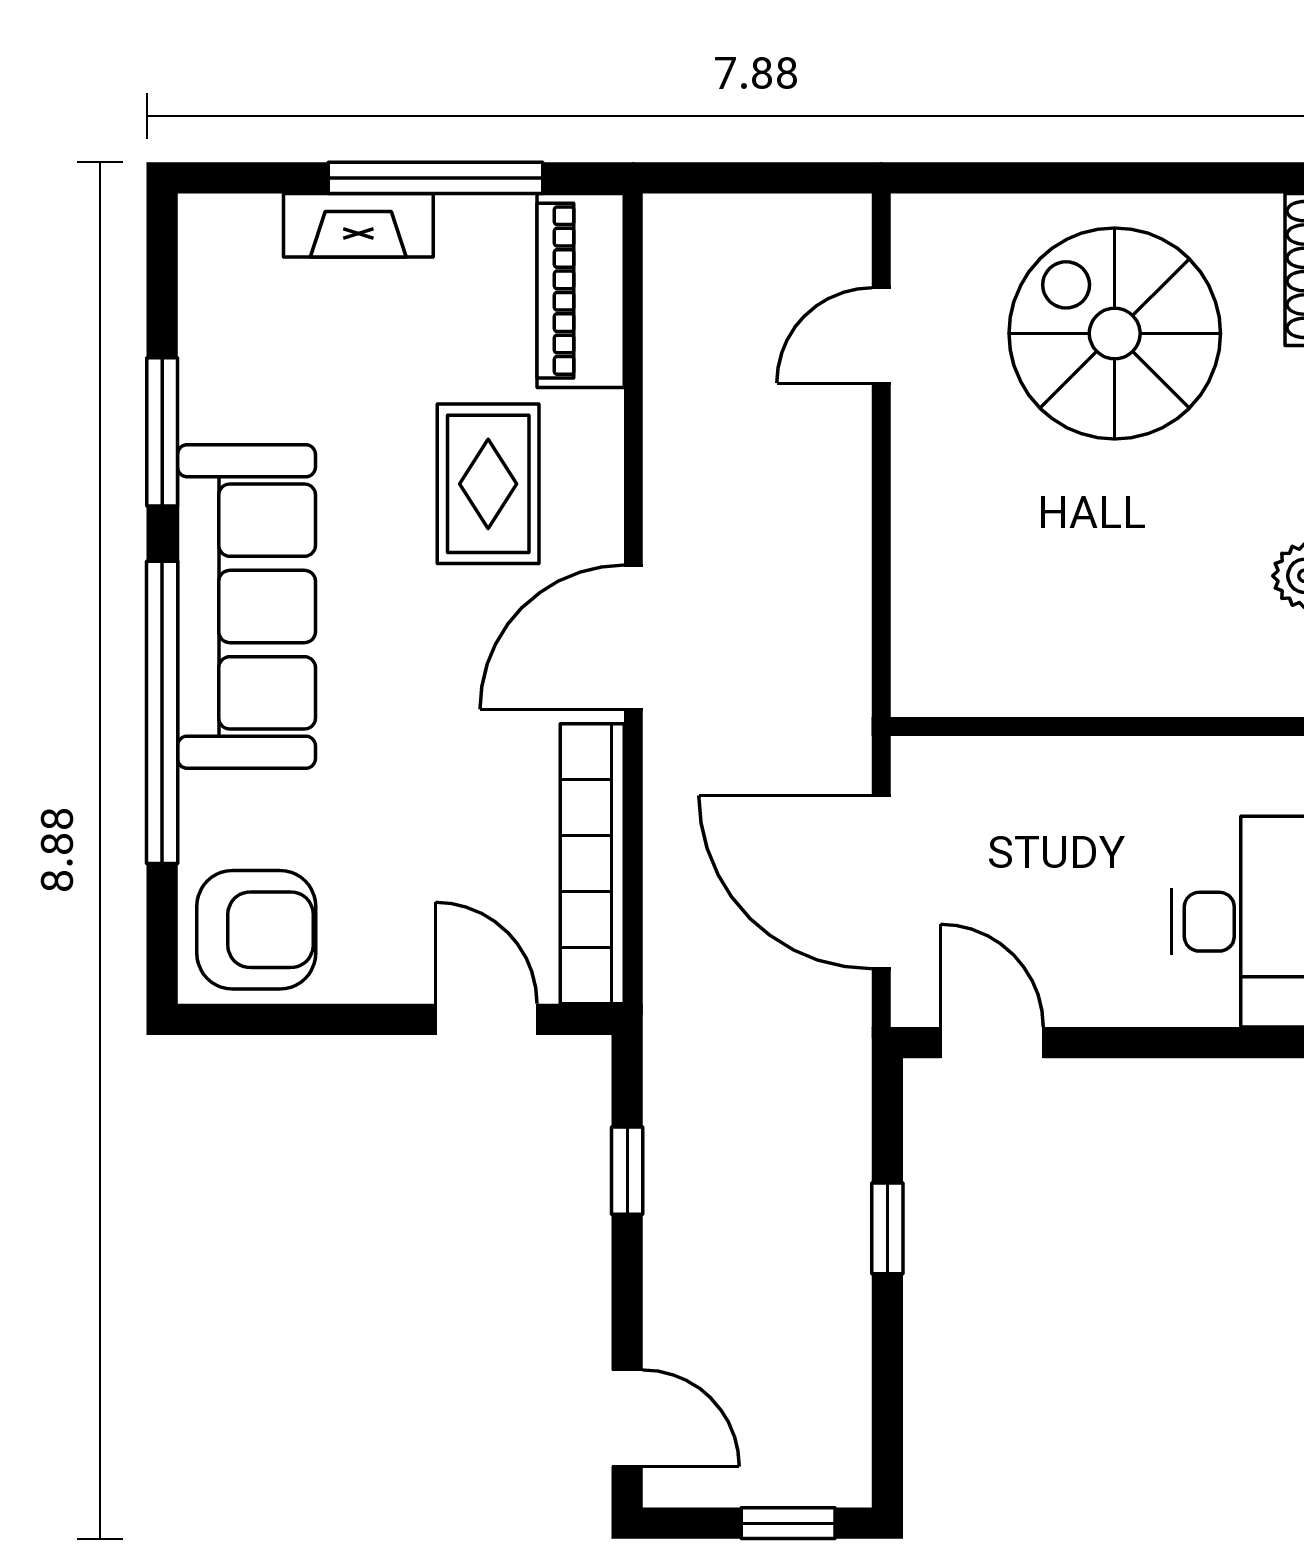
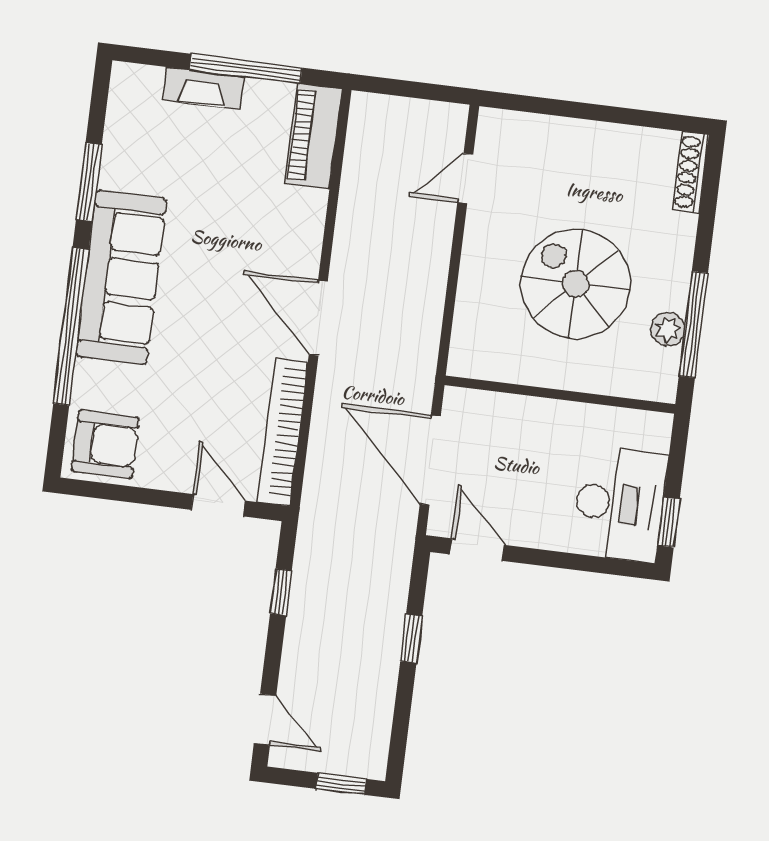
spiral stairs: (1115, 333) -> (576, 284), moved
rug: (488, 484) -> (253, 230), removed
door: (633, 637) -> (318, 318), hinge flipped

